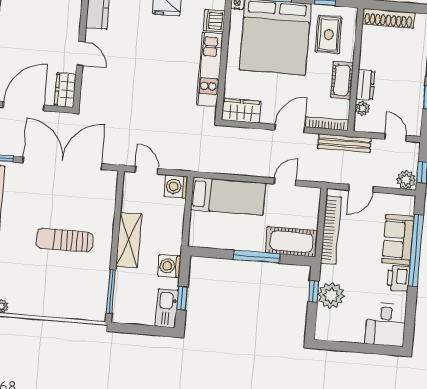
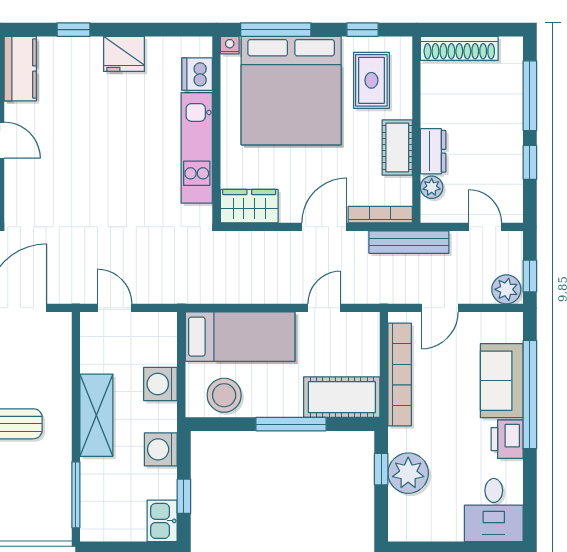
washing machine: (176, 187) -> (160, 384), moved
stool: (214, 234) -> (224, 395), added
kitchen sink: (167, 308) -> (162, 521), width x0.73

